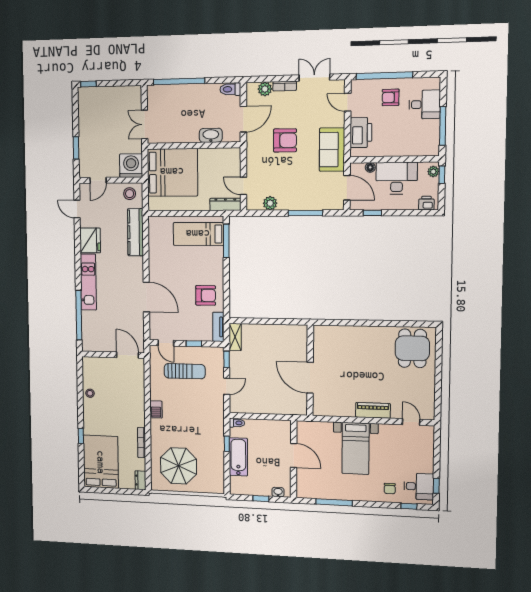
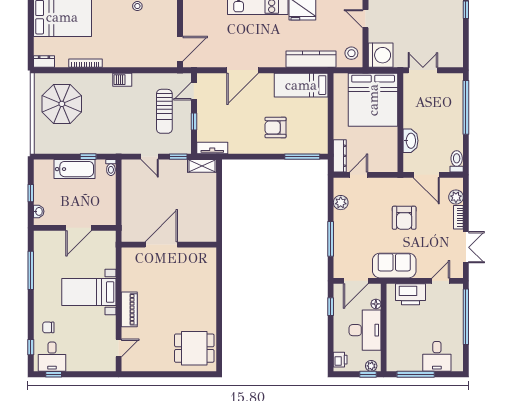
armchair: (391, 97) -> (445, 323), removed
bed: (198, 234) -> (301, 85), moved, turned -90
armchair: (206, 295) -> (276, 128), moved, turned 90

